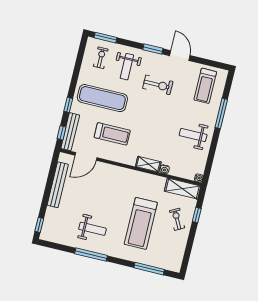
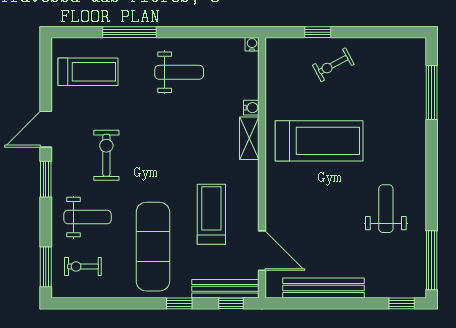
weight bench: (193, 135) -> (179, 72), turned -90
shelving: (183, 189) -> (277, 68), removed
treadmill: (141, 223) -> (319, 141), moved
window: (91, 255) -> (432, 260), moved

